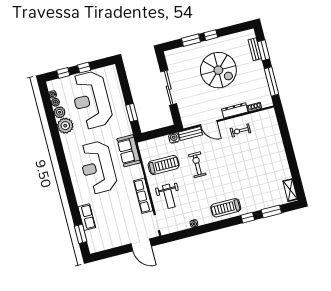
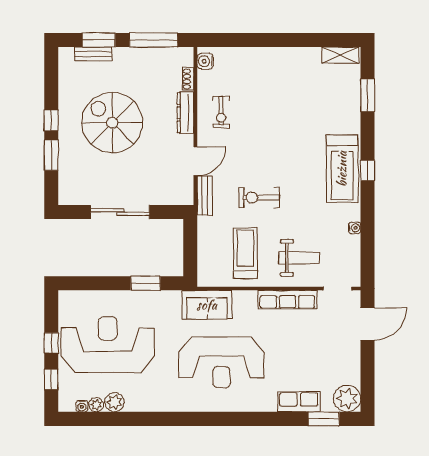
spiral stairs: (218, 70) -> (112, 123), turned -90
reception desk: (91, 100) -> (108, 345), turned 180
plant: (65, 126) -> (347, 398), moved
water cooler: (174, 138) -> (205, 61), moved
treadmill: (226, 208) -> (342, 169), width x1.37, depth x1.38
window: (248, 218) -> (368, 170), moved

